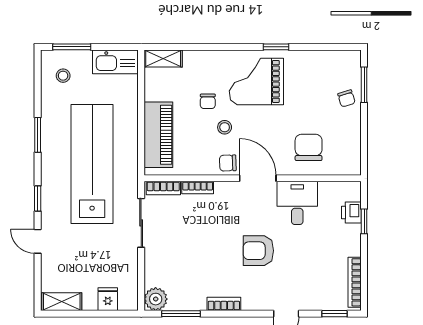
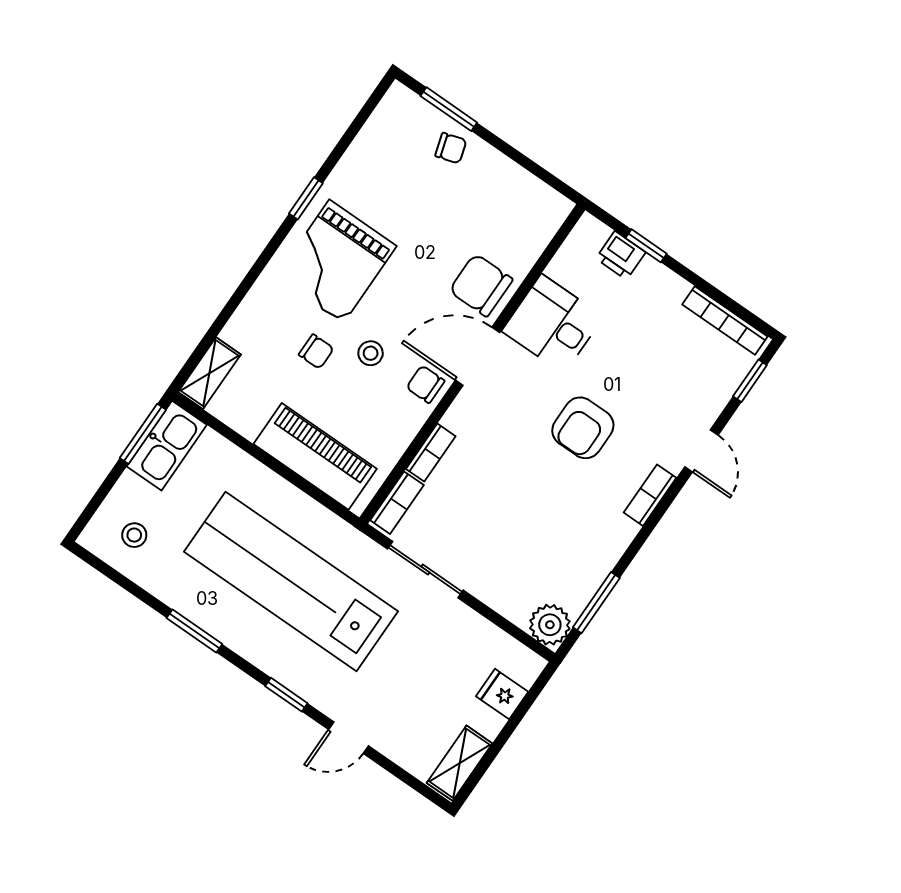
window: (72, 47) -> (143, 434), moved
chair: (309, 147) -> (481, 285), moved
chair: (228, 163) -> (425, 384), turned 92
bookcase: (224, 304) -> (650, 495), moved

